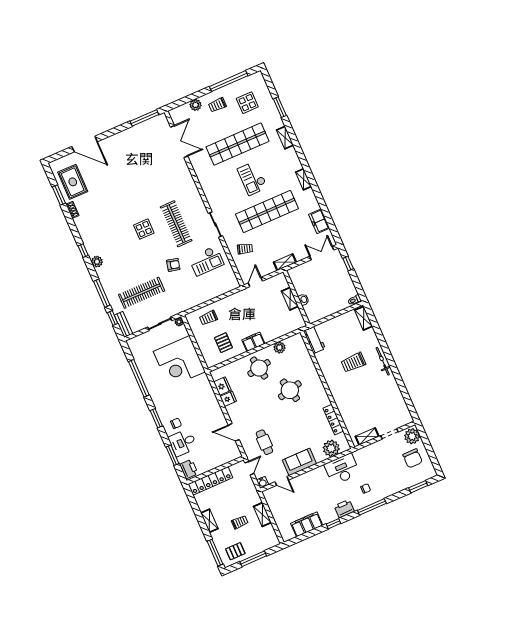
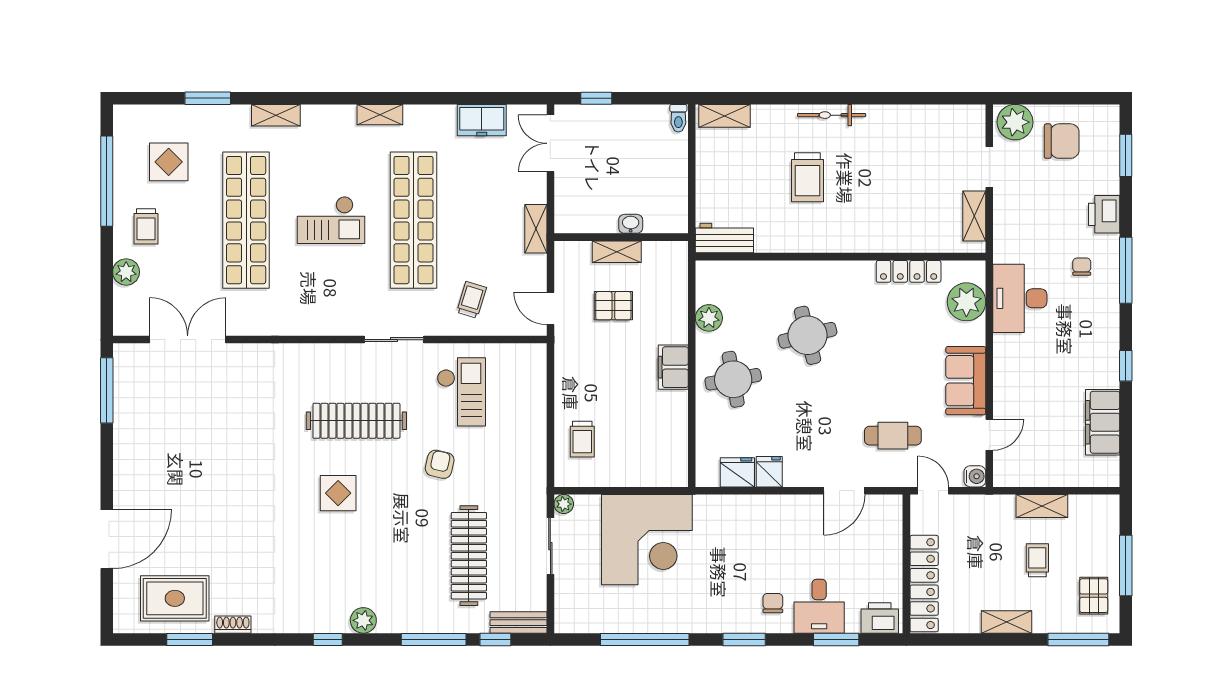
pallet: (223, 343) -> (613, 306), moved
printer: (344, 509) -> (1104, 214), moved

